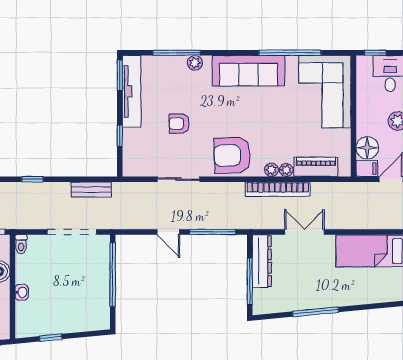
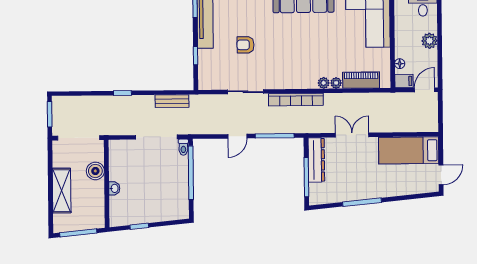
floor lamp: (367, 148) -> (400, 64), width x0.53, depth x0.53
armchair: (232, 155) -> (291, 71), removed
bookcase: (278, 189) -> (296, 100), moved
door: (168, 232) -> (237, 136), hinge flipped
toilet: (21, 244) -> (183, 147), moved

